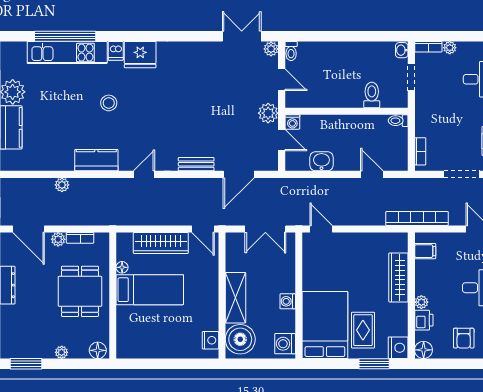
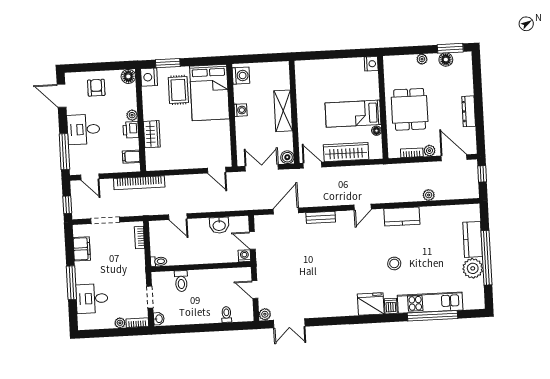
toilet: (291, 51) -> (226, 314), moved
plant: (268, 113) -> (264, 262), removed
wardrobe: (398, 277) -> (152, 134), width x0.67
printer: (424, 320) -> (131, 130), moved
boiler: (240, 339) -> (287, 157), moved, width x0.54, depth x0.54
nightstand: (210, 340) -> (371, 64), moved, turned 180
floor lamp: (98, 350) -> (446, 59), moved

